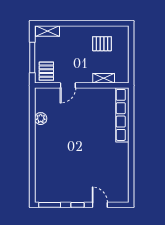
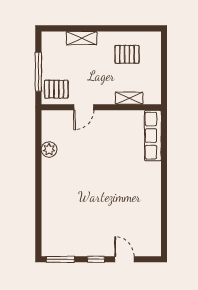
shelving: (48, 31) -> (82, 38), moved
pallet: (46, 71) -> (56, 89), turned 90
row of seats: (122, 115) -> (153, 136), width x0.73

